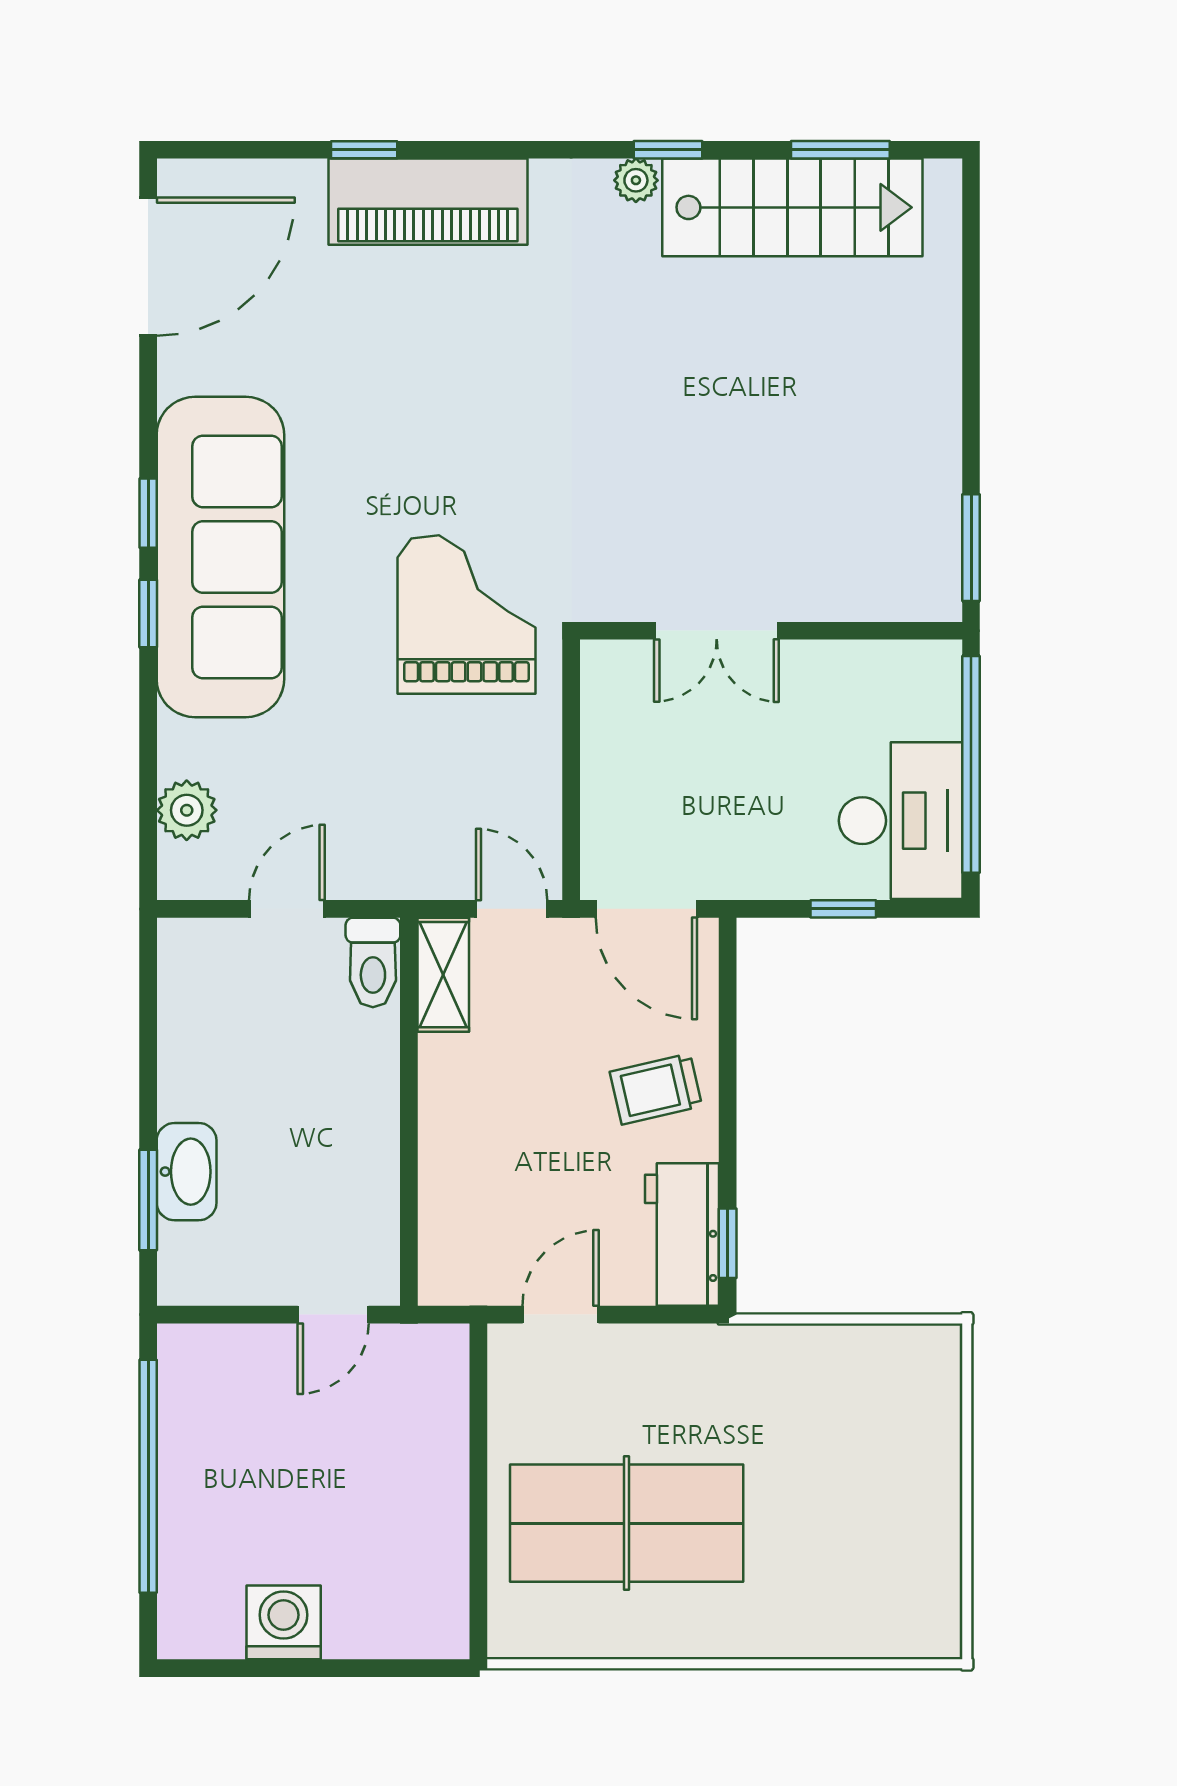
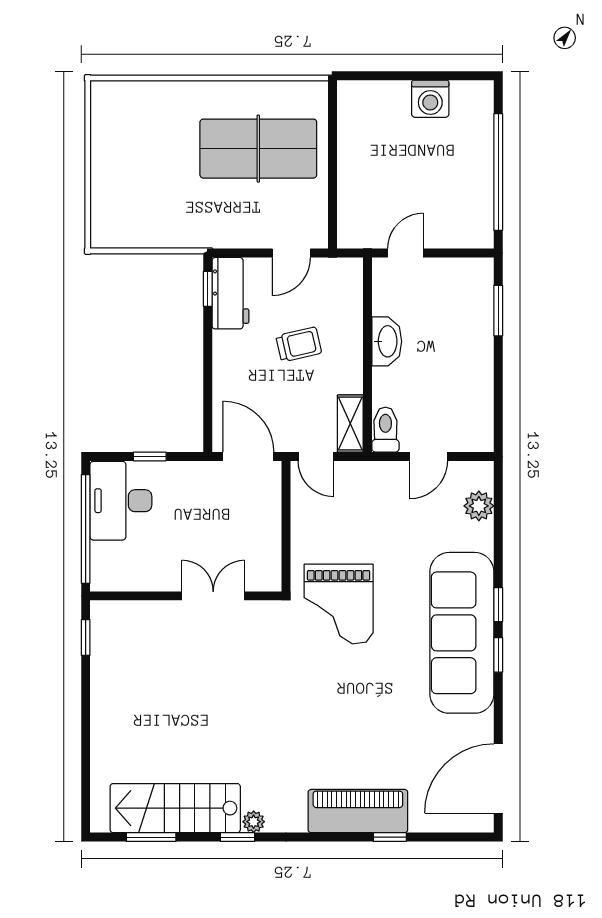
window: (971, 548) -> (86, 637), width x0.67
trolley: (656, 1089) -> (299, 344), moved
washbasin: (187, 1172) -> (387, 341), moved, turned 180

